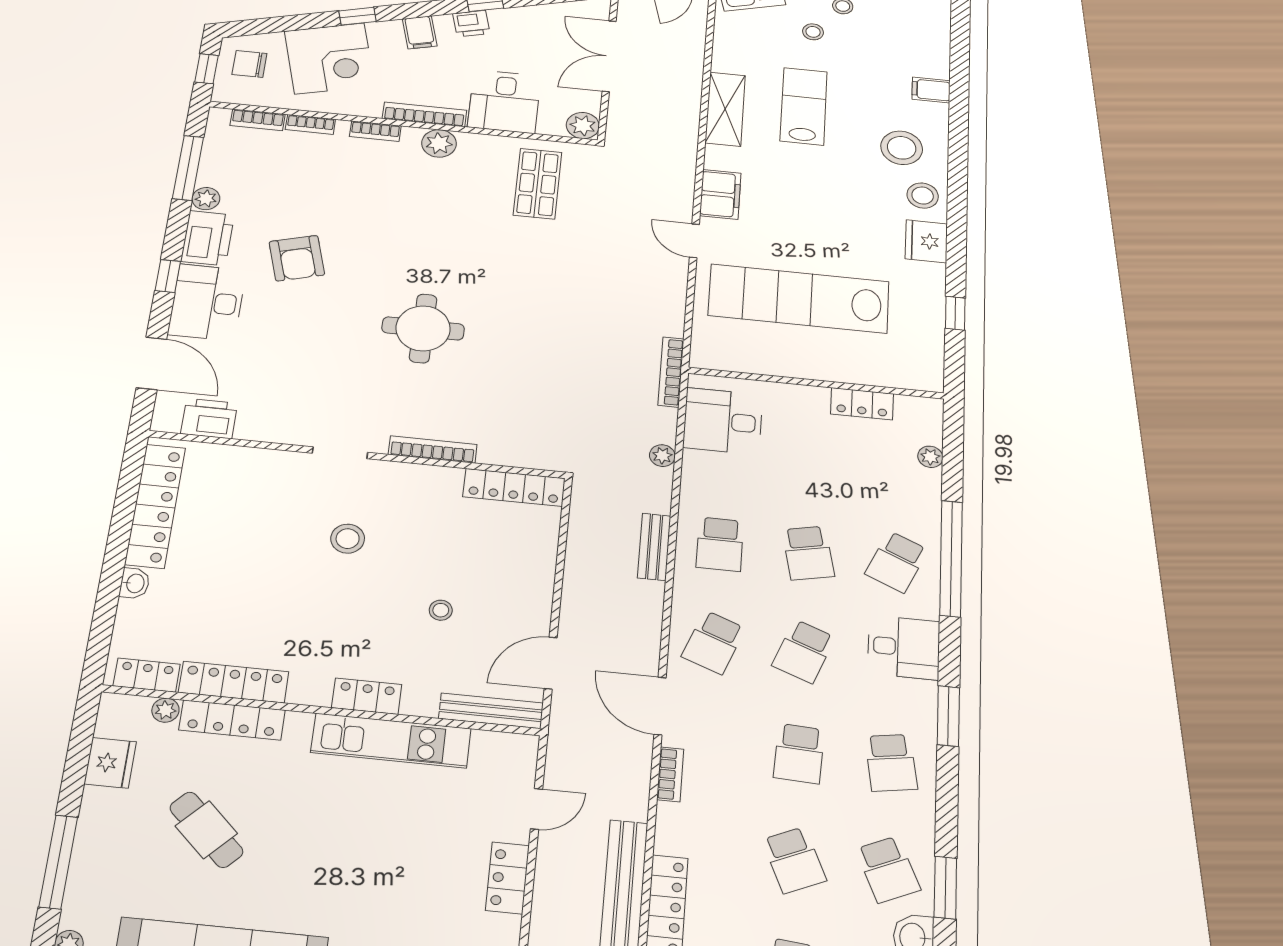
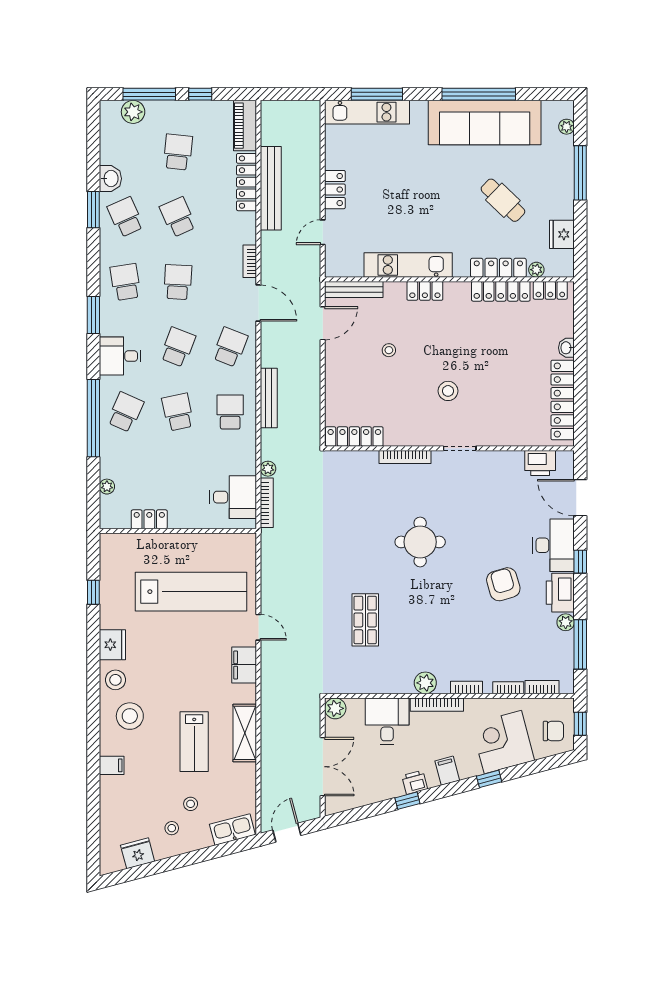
shop shelf: (538, 184) -> (365, 620), moved
bookcase: (671, 372) -> (267, 503), moved
bench: (654, 547) -> (269, 398), width x1.36

